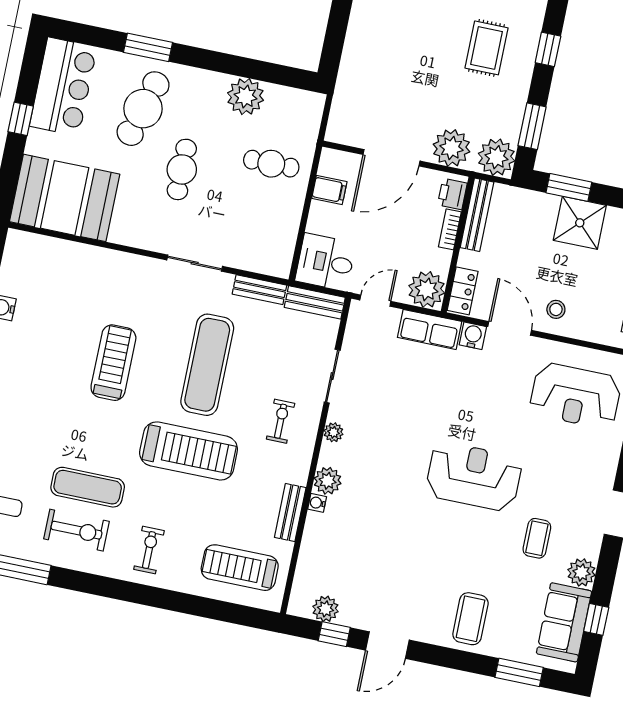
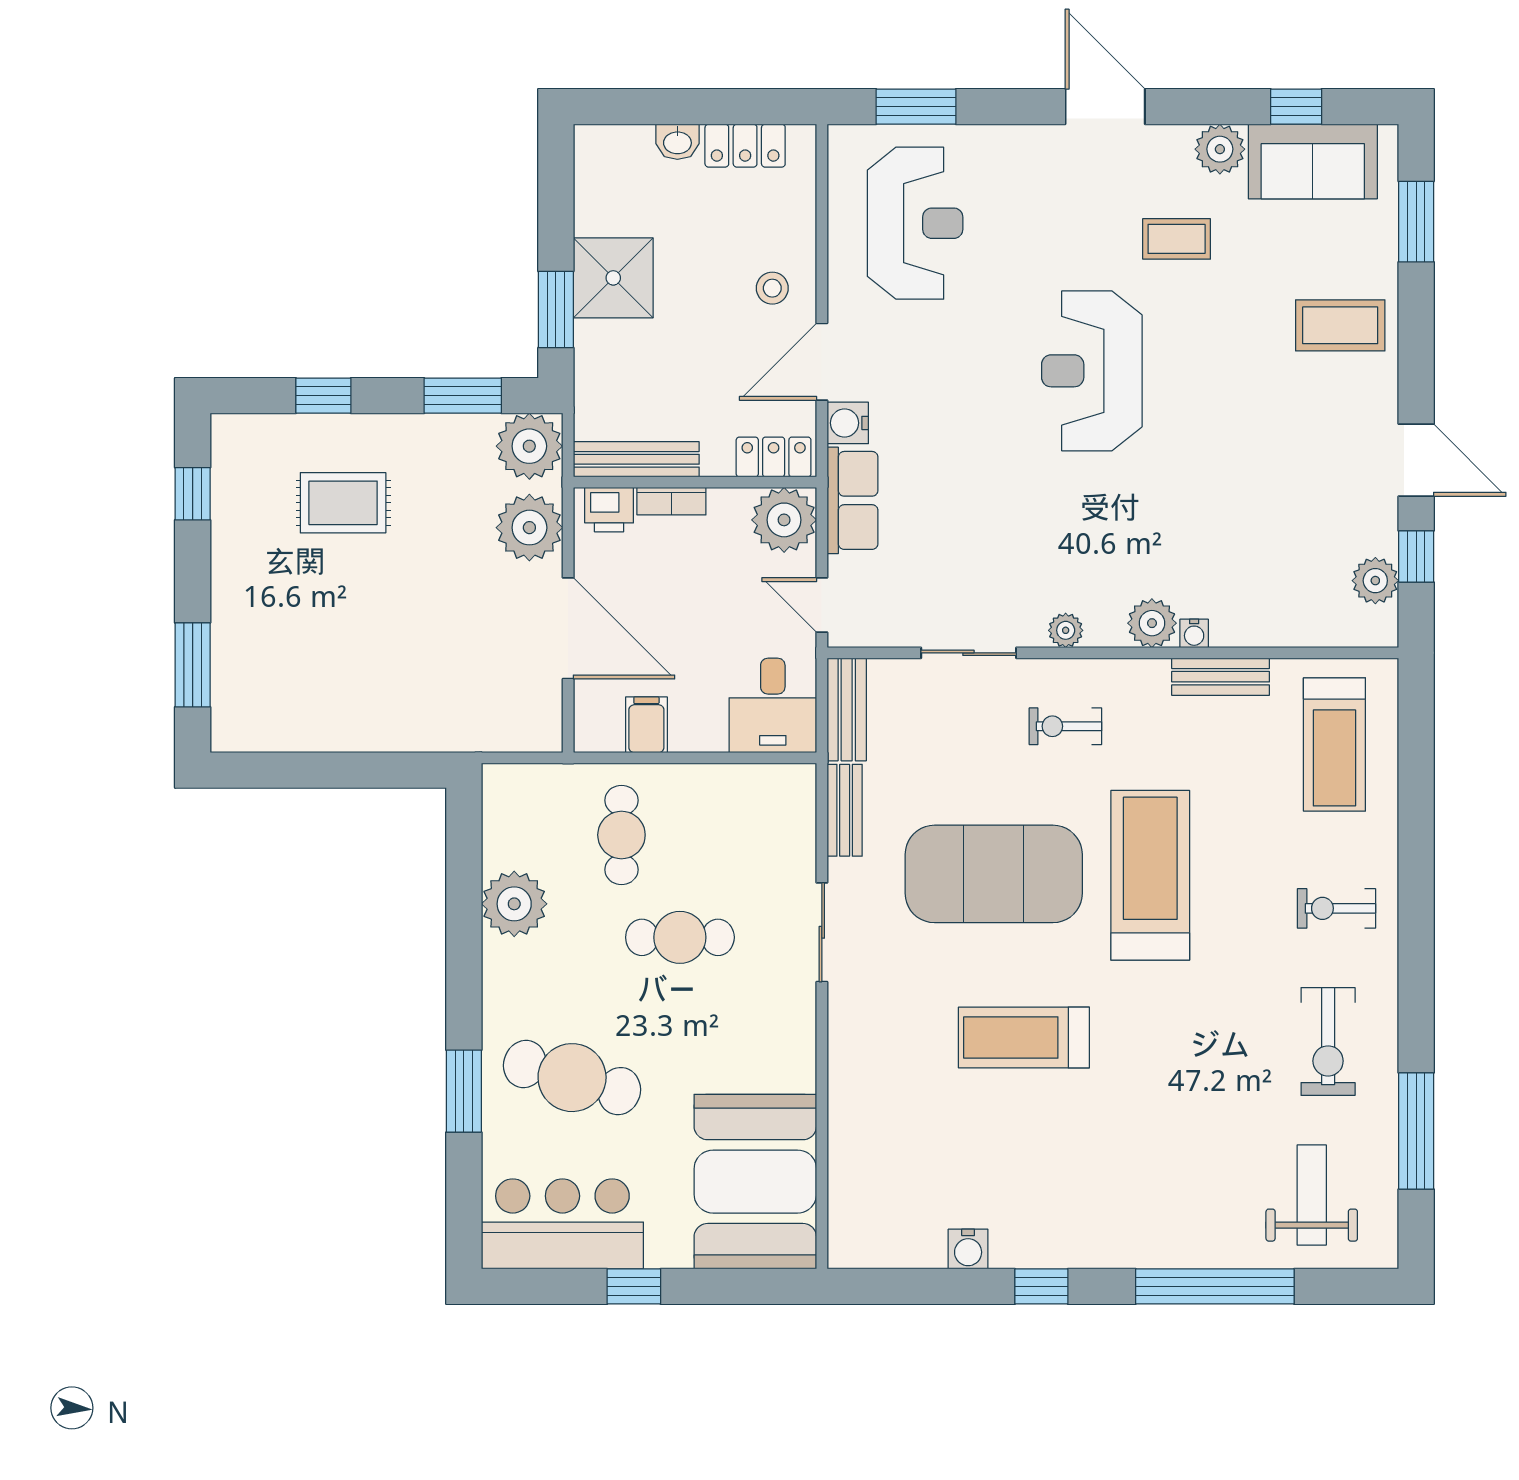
cafe table: (182, 169) -> (680, 937), moved
exercise mat: (207, 365) -> (994, 874), width x1.47
exercise mat: (88, 487) -> (1249, 1038), removed
exercise bike: (76, 530) -> (1328, 1041), turned 180

